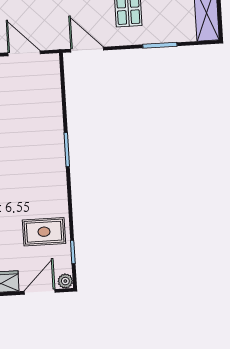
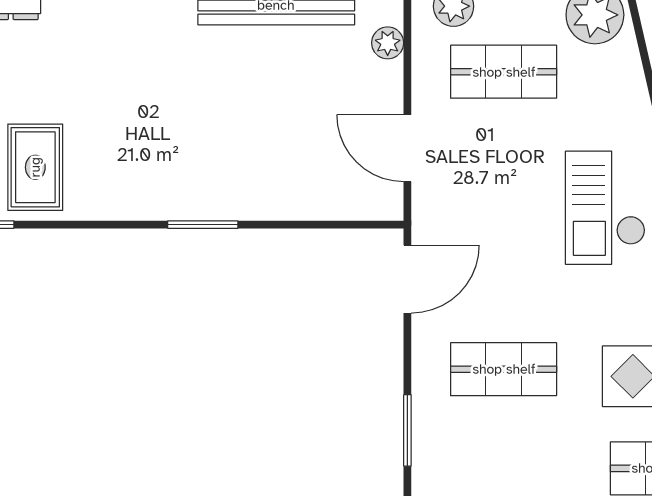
door: (24, 53) -> (407, 148), swing flipped

